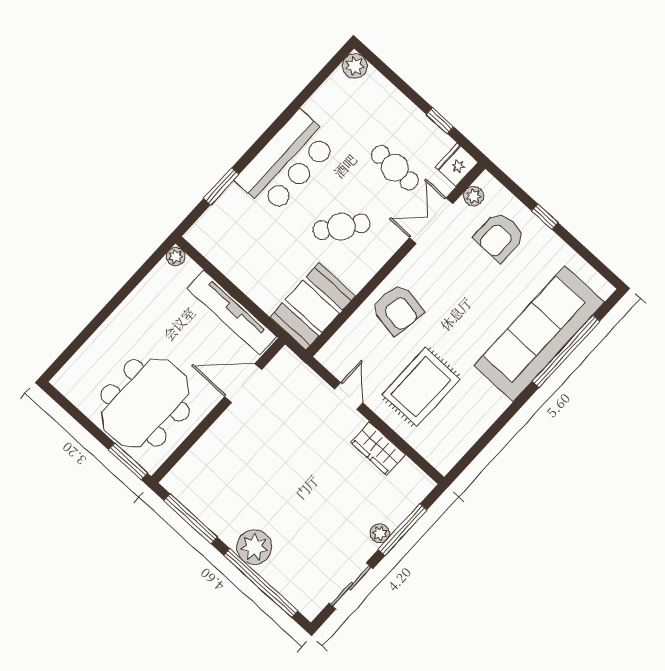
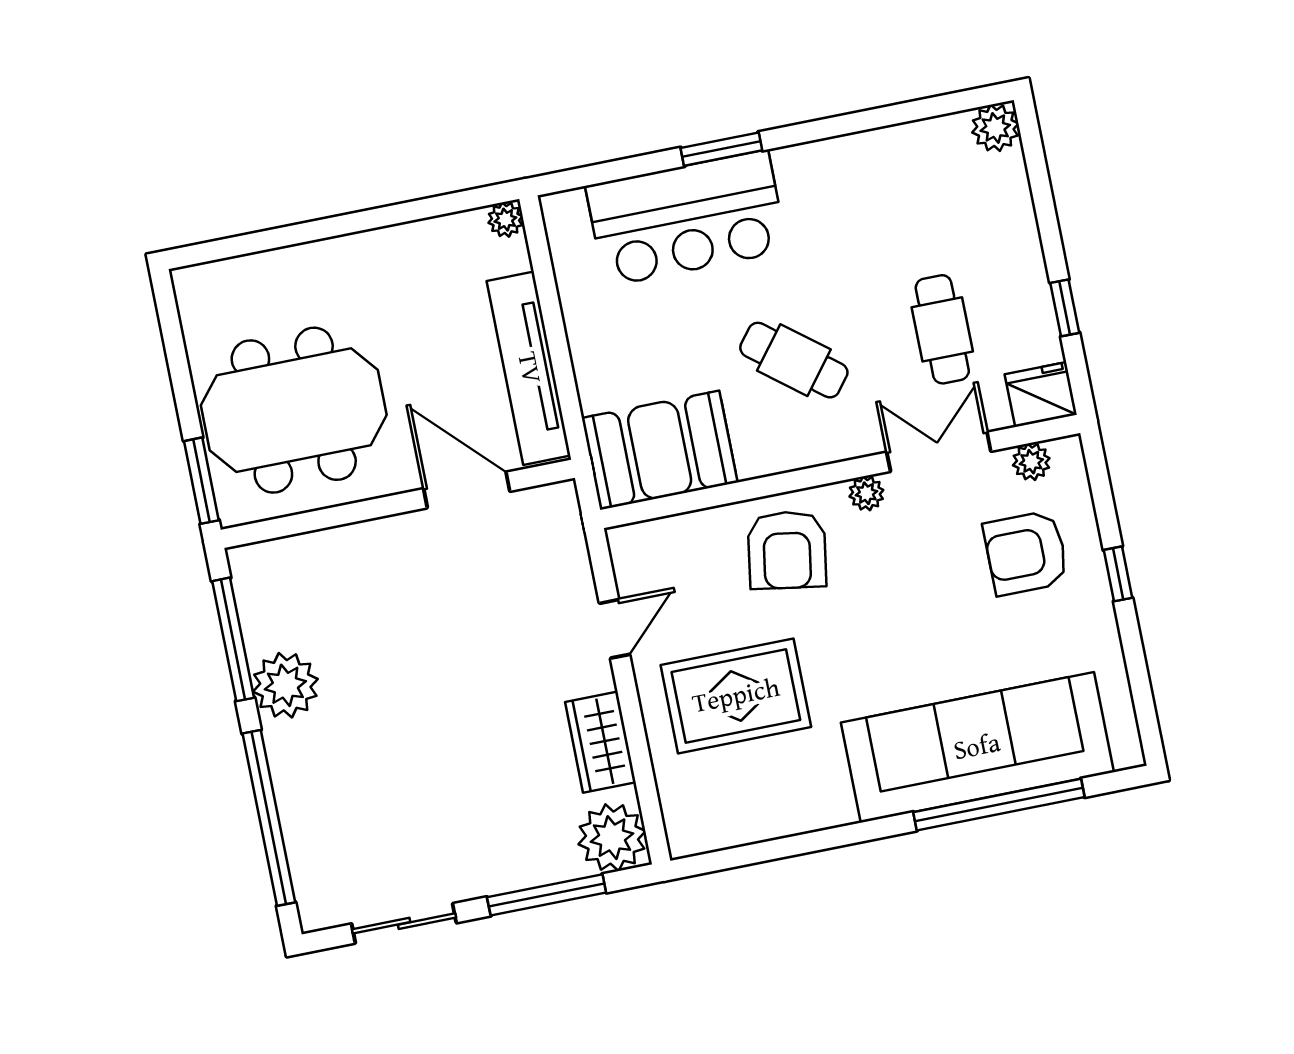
bar counter: (287, 162) -> (687, 218), moved
window: (221, 186) -> (721, 149), moved
plant: (413, 261) -> (866, 493), added
plant: (380, 533) -> (612, 838), moved, width x1.87, depth x1.87
plant: (254, 547) -> (285, 685), moved

